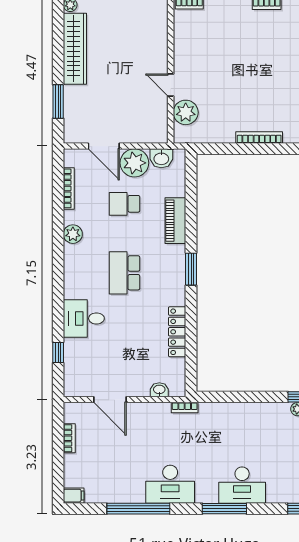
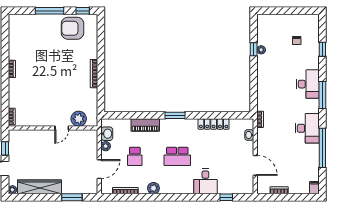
plant: (134, 163) -> (106, 146), width x0.53, depth x0.53
door: (110, 400) -> (255, 165), hinge flipped

